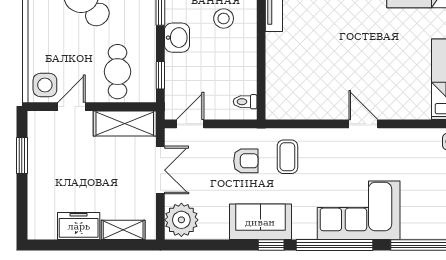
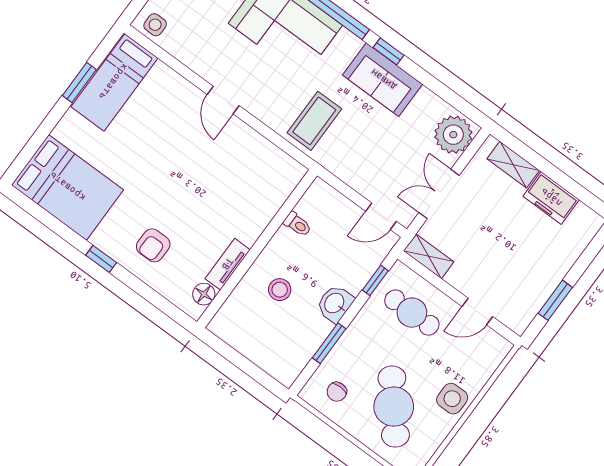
cafe table: (118, 72) -> (412, 313), turned 90
side table: (45, 85) -> (452, 399), moved
toilet: (245, 102) -> (297, 224), moved
shelving: (125, 123) -> (429, 256), width x0.67, depth x0.75
coffee table: (287, 157) -> (314, 121), width x1.36, depth x1.30
armchair: (246, 161) -> (355, 145), removed

